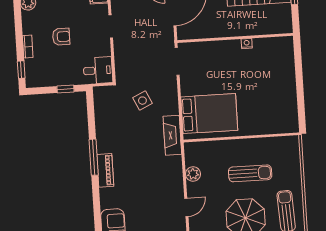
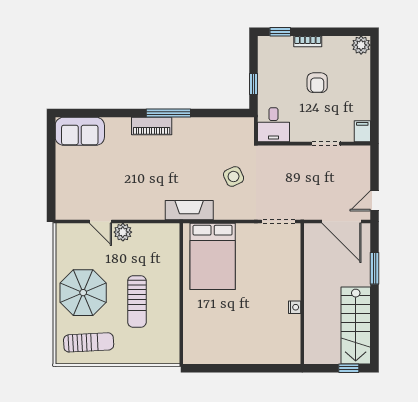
plant: (193, 174) -> (123, 232), moved

